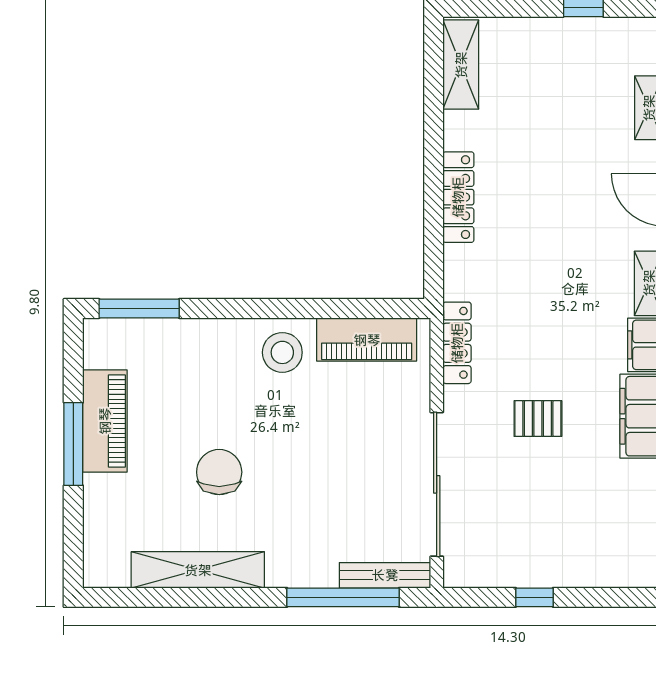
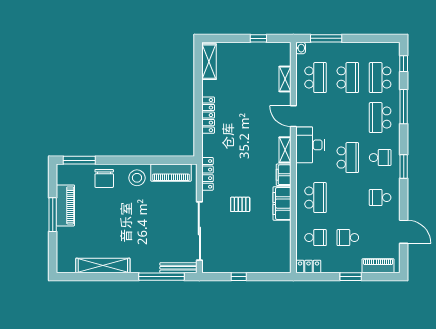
chair: (219, 472) -> (104, 178), moved, turned 180

